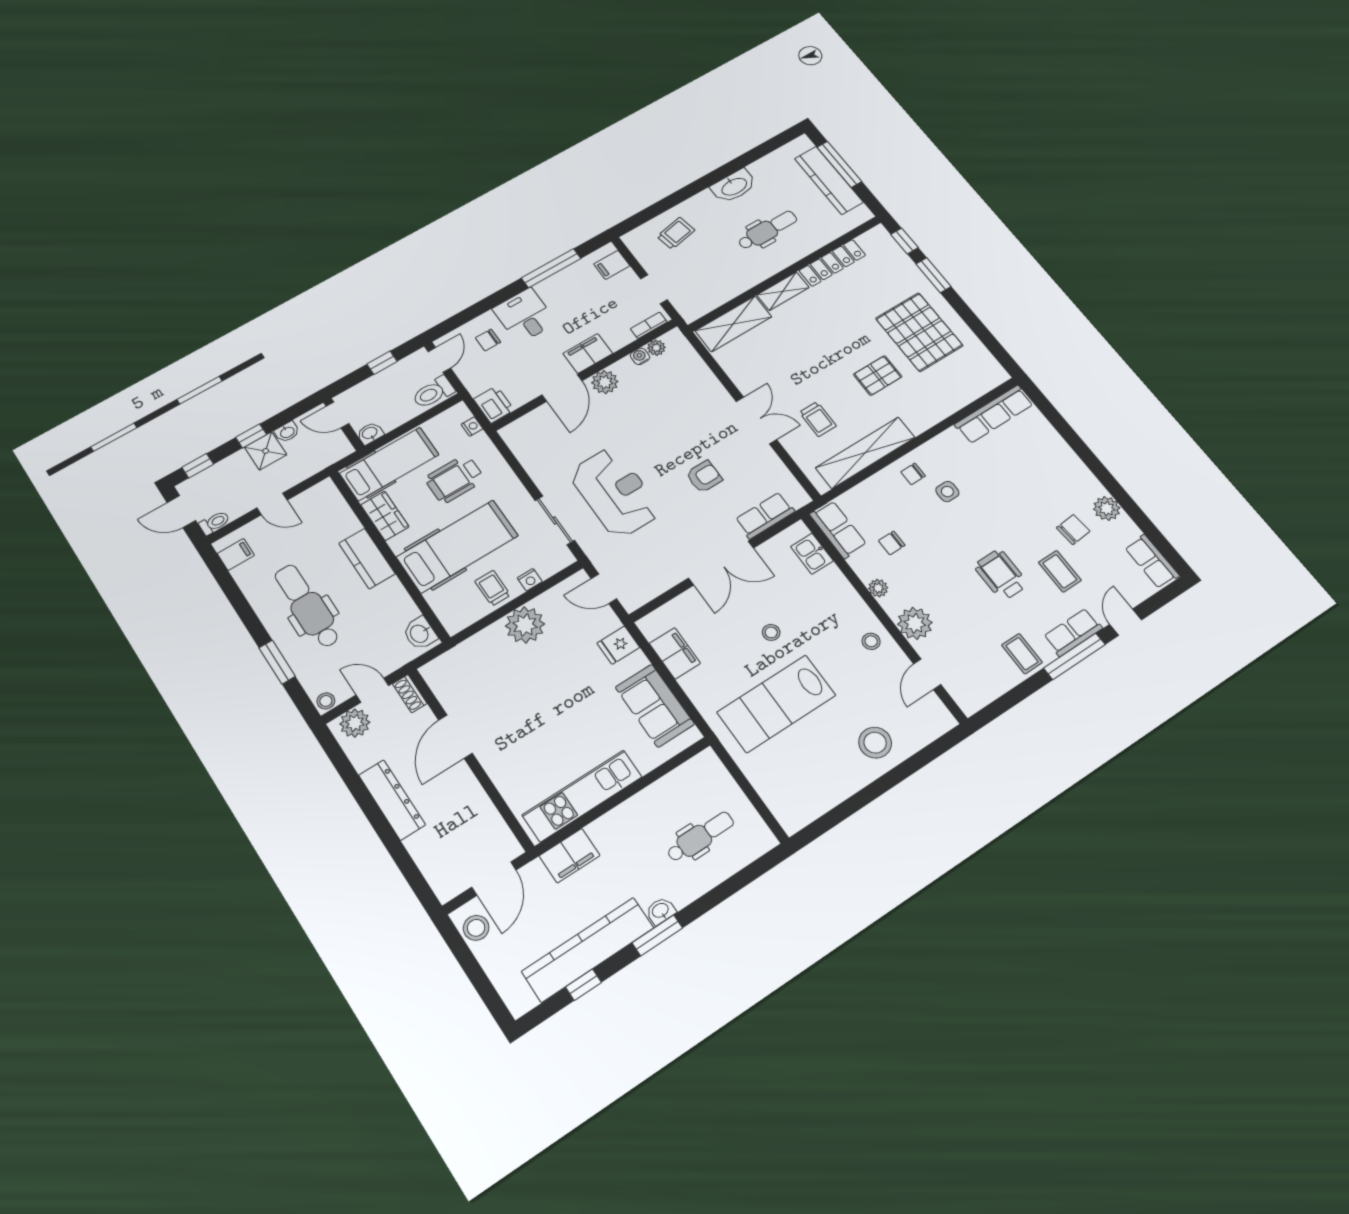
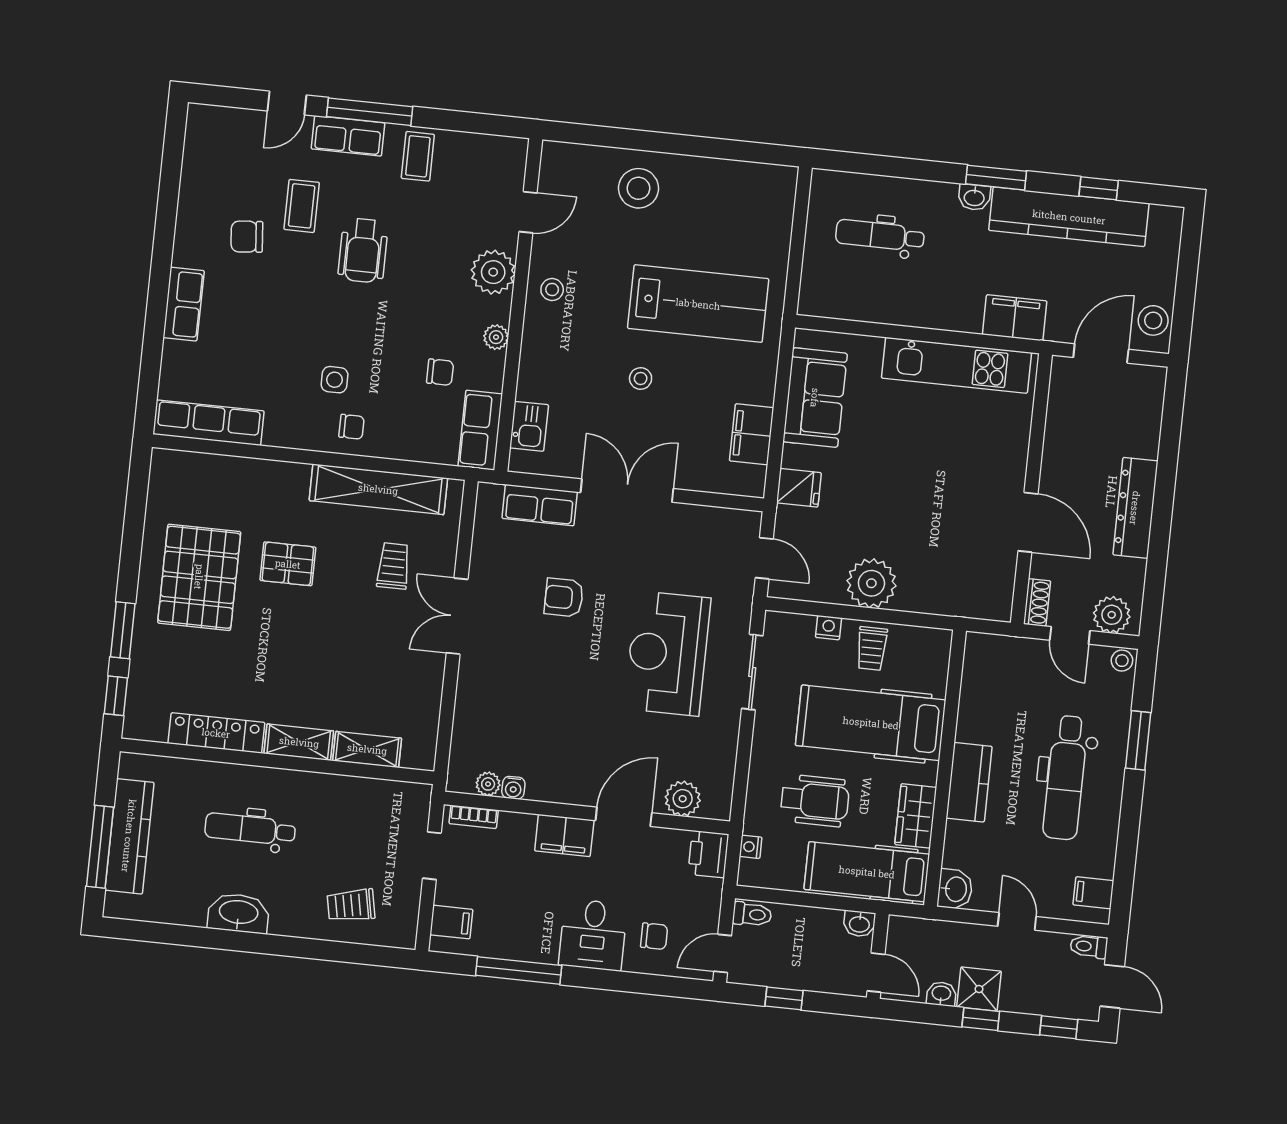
shelving: (733, 324) -> (367, 749), width x0.67, depth x0.75
plant: (605, 382) -> (683, 799), moved
toilet: (433, 392) -> (752, 914), width x0.73, depth x0.72
plant: (1107, 509) -> (192, 230), removed
row of seats: (1152, 561) -> (184, 304), moved
washbasin: (420, 633) -> (955, 889), moved
door: (456, 737) -> (1028, 522), hinge flipped

